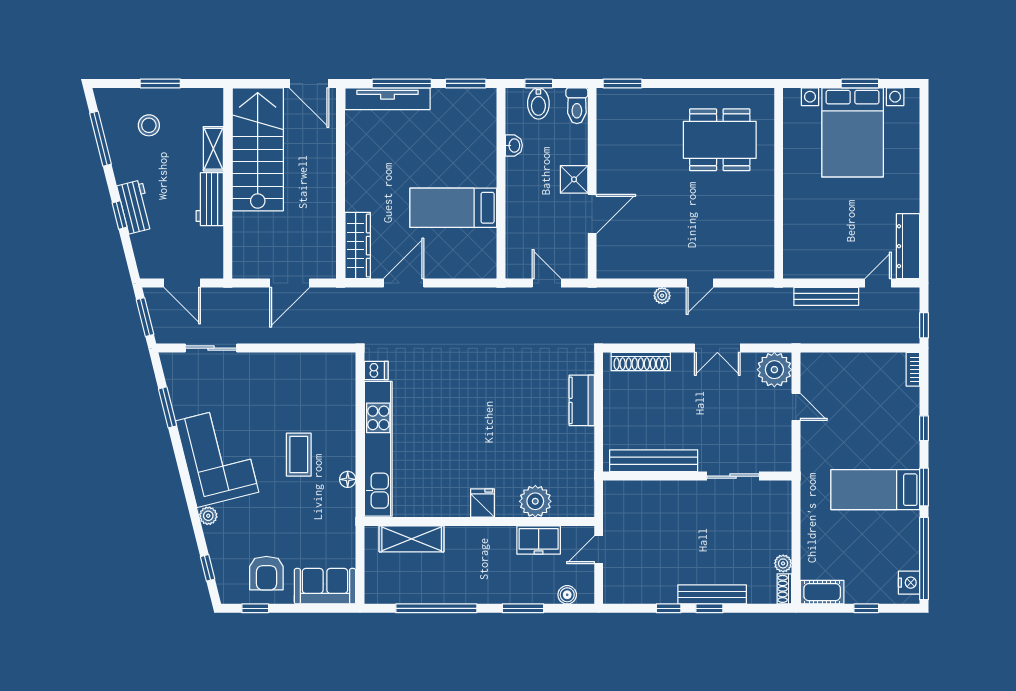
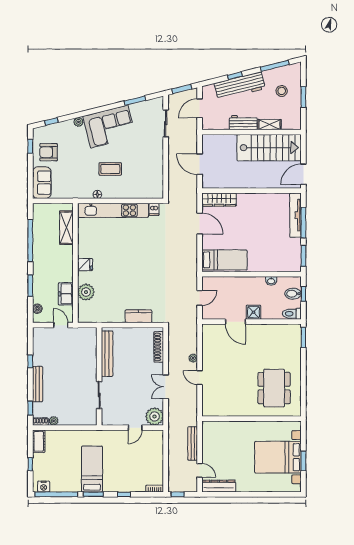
workbench: (135, 207) -> (240, 86), width x1.88, depth x1.32
bed: (453, 208) -> (224, 260), moved, turned 90
window: (709, 608) -> (30, 408), moved

